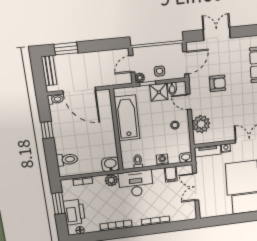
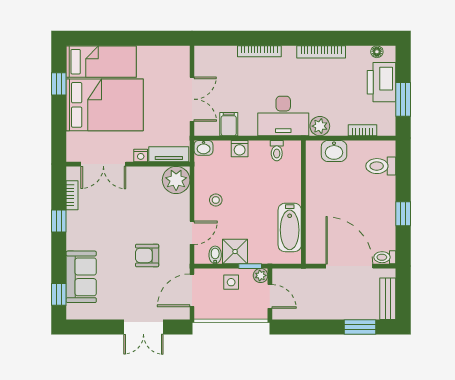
door: (132, 64) -> (270, 296), hinge flipped
door: (189, 102) -> (192, 233), hinge flipped
bathtub: (127, 118) -> (290, 227), width x0.73, depth x0.73
plant: (201, 124) -> (176, 180), moved
washbasin: (110, 164) -> (334, 151), moved

